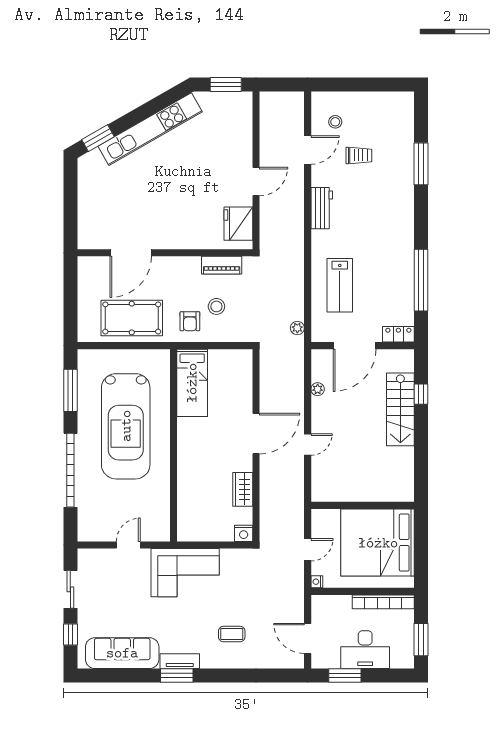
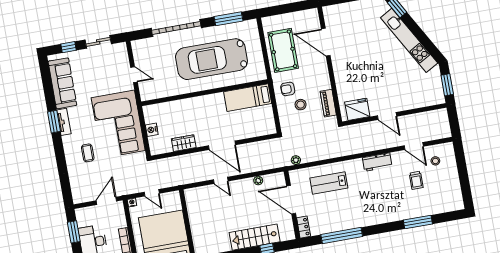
nightstand: (244, 533) -> (152, 130), moved
corner sofa: (185, 573) -> (118, 124), width x1.36, depth x1.36
door: (308, 638) -> (106, 201), moved

